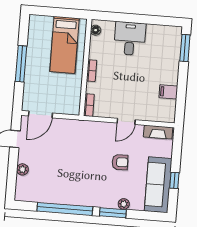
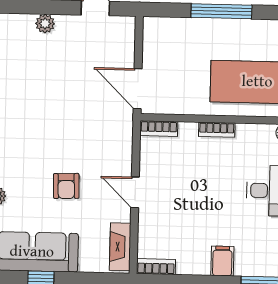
filing cabinet: (168, 92) -> (222, 261), moved
bookcase: (171, 111) -> (156, 266), added
door: (40, 114) -> (138, 89), moved

